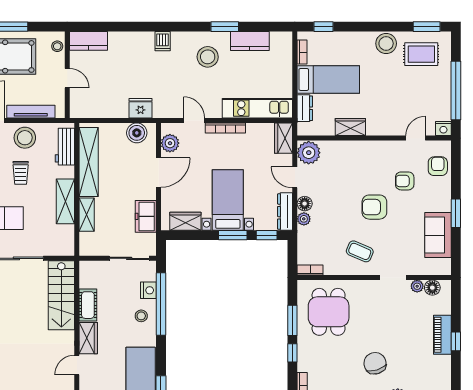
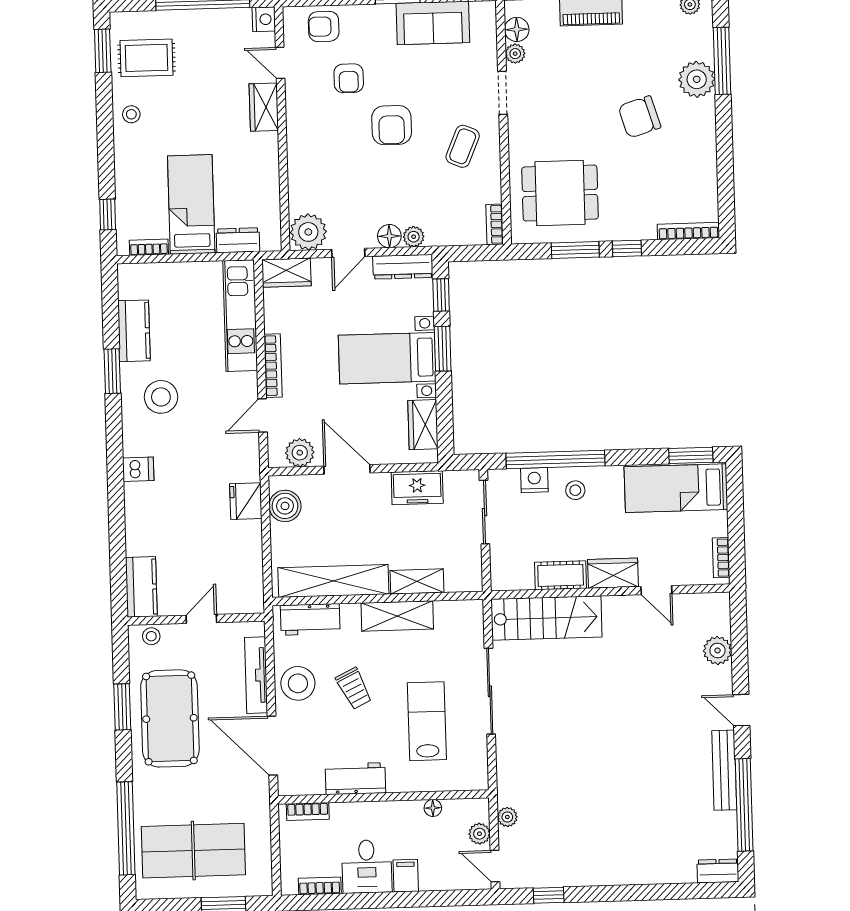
stool: (386, 43) -> (131, 114), width x0.53, depth x0.53
rug: (421, 54) -> (147, 58), turned 90
wardrobe: (350, 127) -> (264, 107), moved
trolley: (21, 173) -> (354, 688), turned 64

